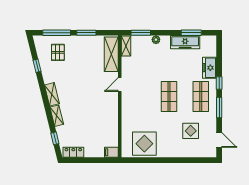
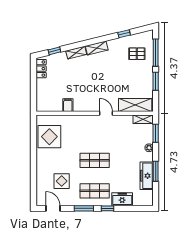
window: (191, 33) -> (156, 171), moved
door: (219, 140) -> (53, 208), swing flipped
filing cabinet: (111, 152) -> (68, 105), moved

